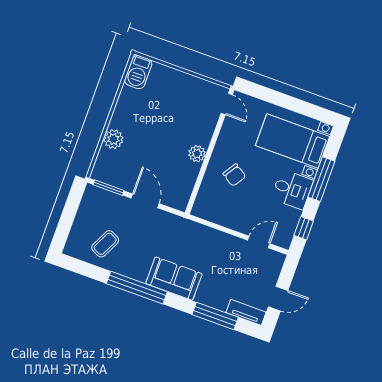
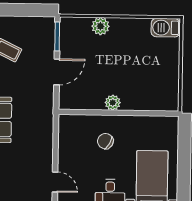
door: (227, 104) -> (164, 114), removed
chair: (234, 175) -> (105, 141), turned 87

